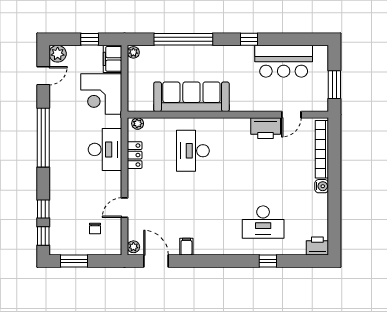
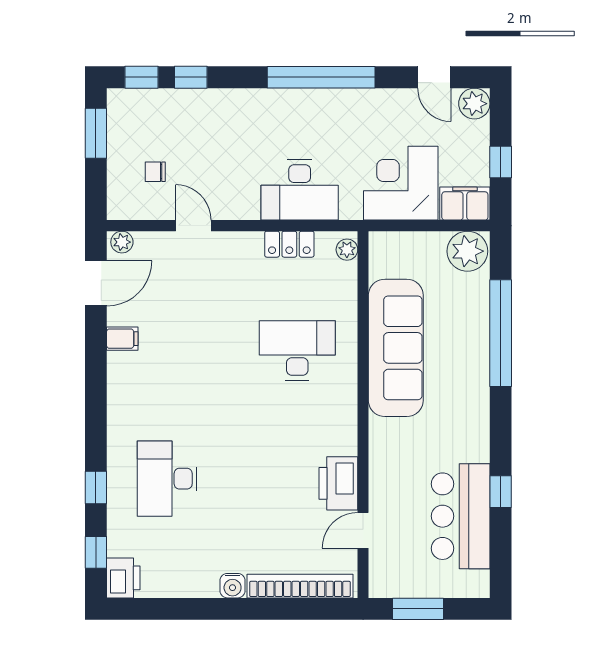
window: (249, 39) -> (501, 492), moved
plant: (133, 52) -> (467, 251), width x1.88, depth x1.88
door: (291, 115) -> (363, 530), hinge flipped
window: (303, 261) -> (96, 552), added

